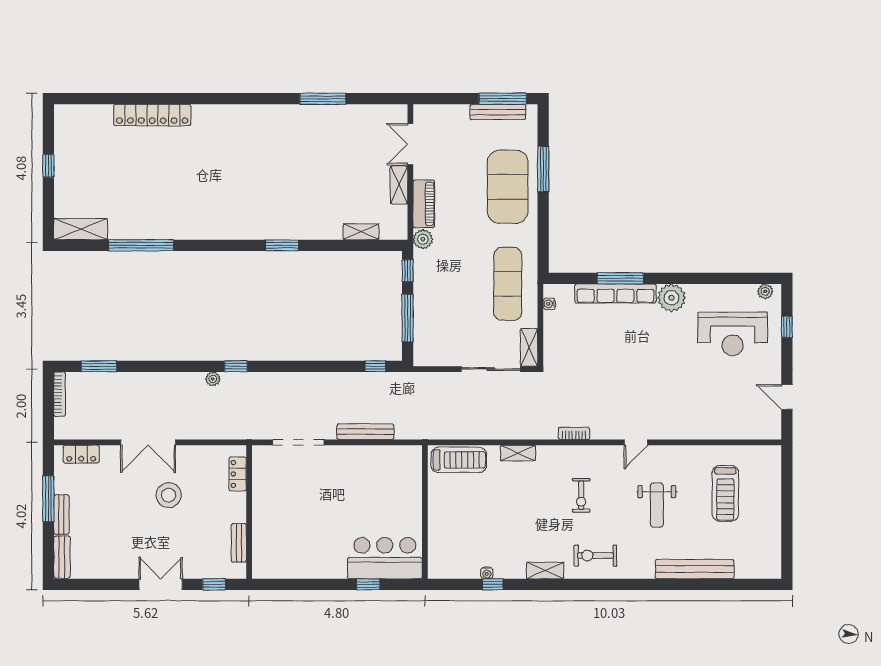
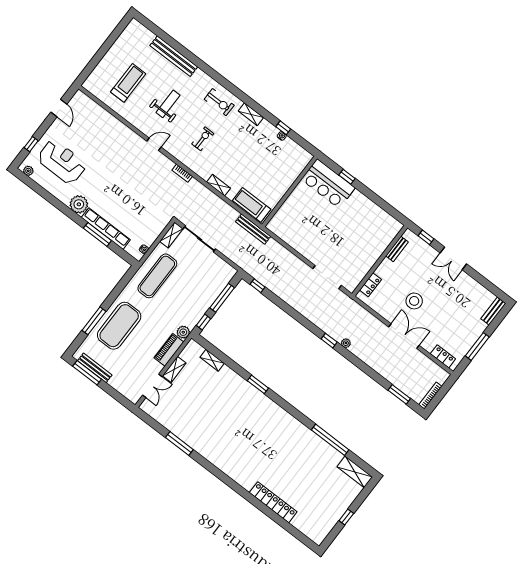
bench: (365, 432) -> (253, 229), moved
bench: (61, 515) -> (477, 333), removed

